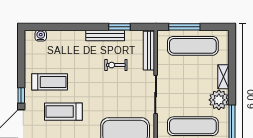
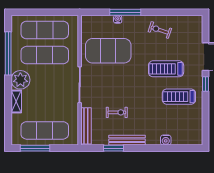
window: (184, 27) -> (35, 148), moved
water cooler: (41, 36) -> (166, 140), moved
treadmill: (63, 112) -> (166, 69), turned 180

